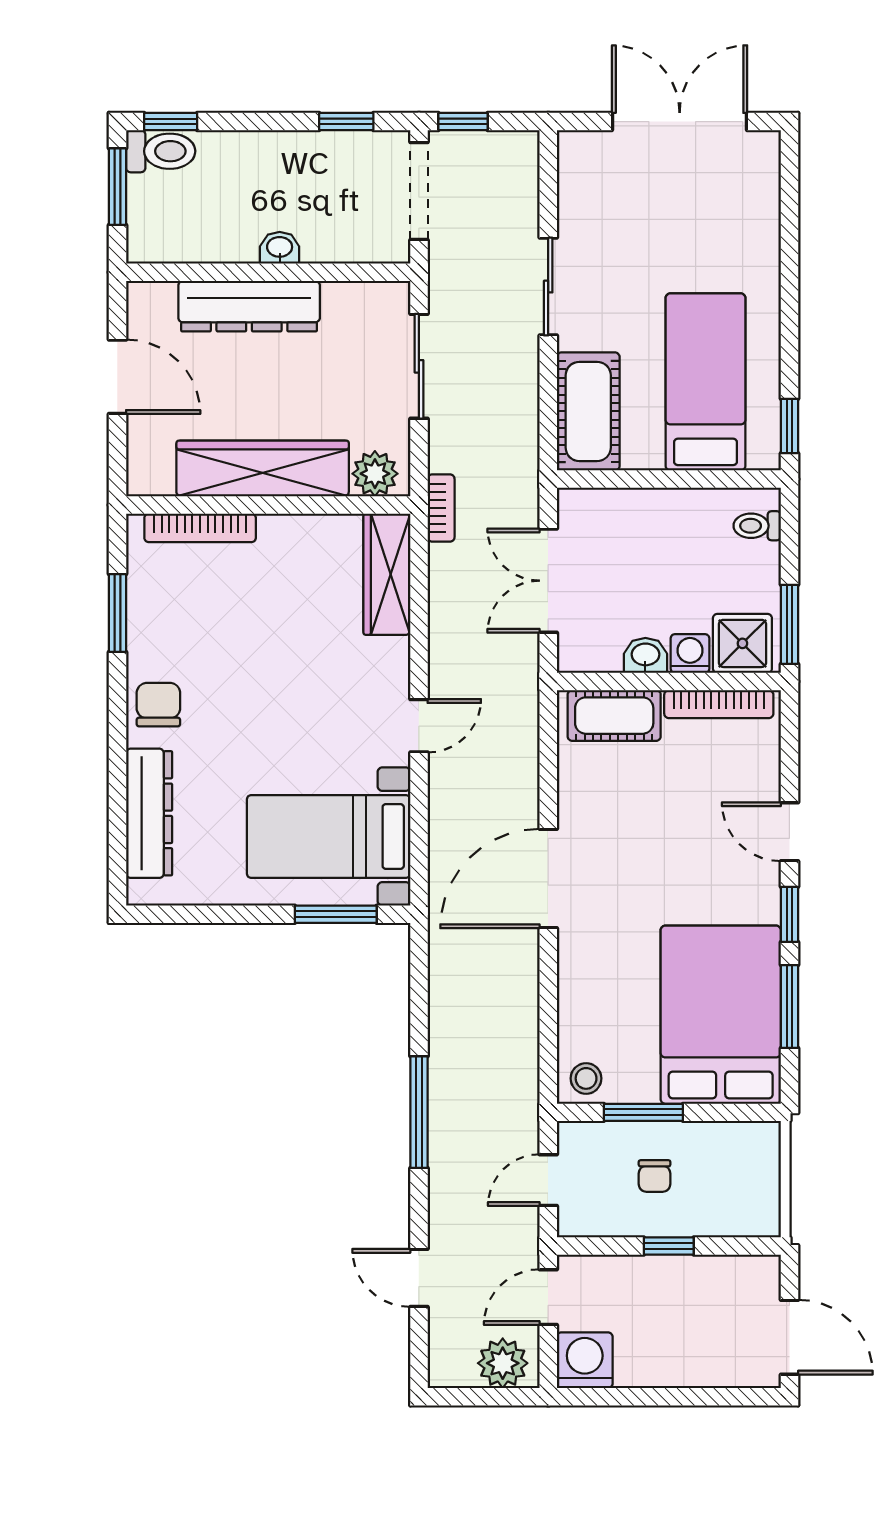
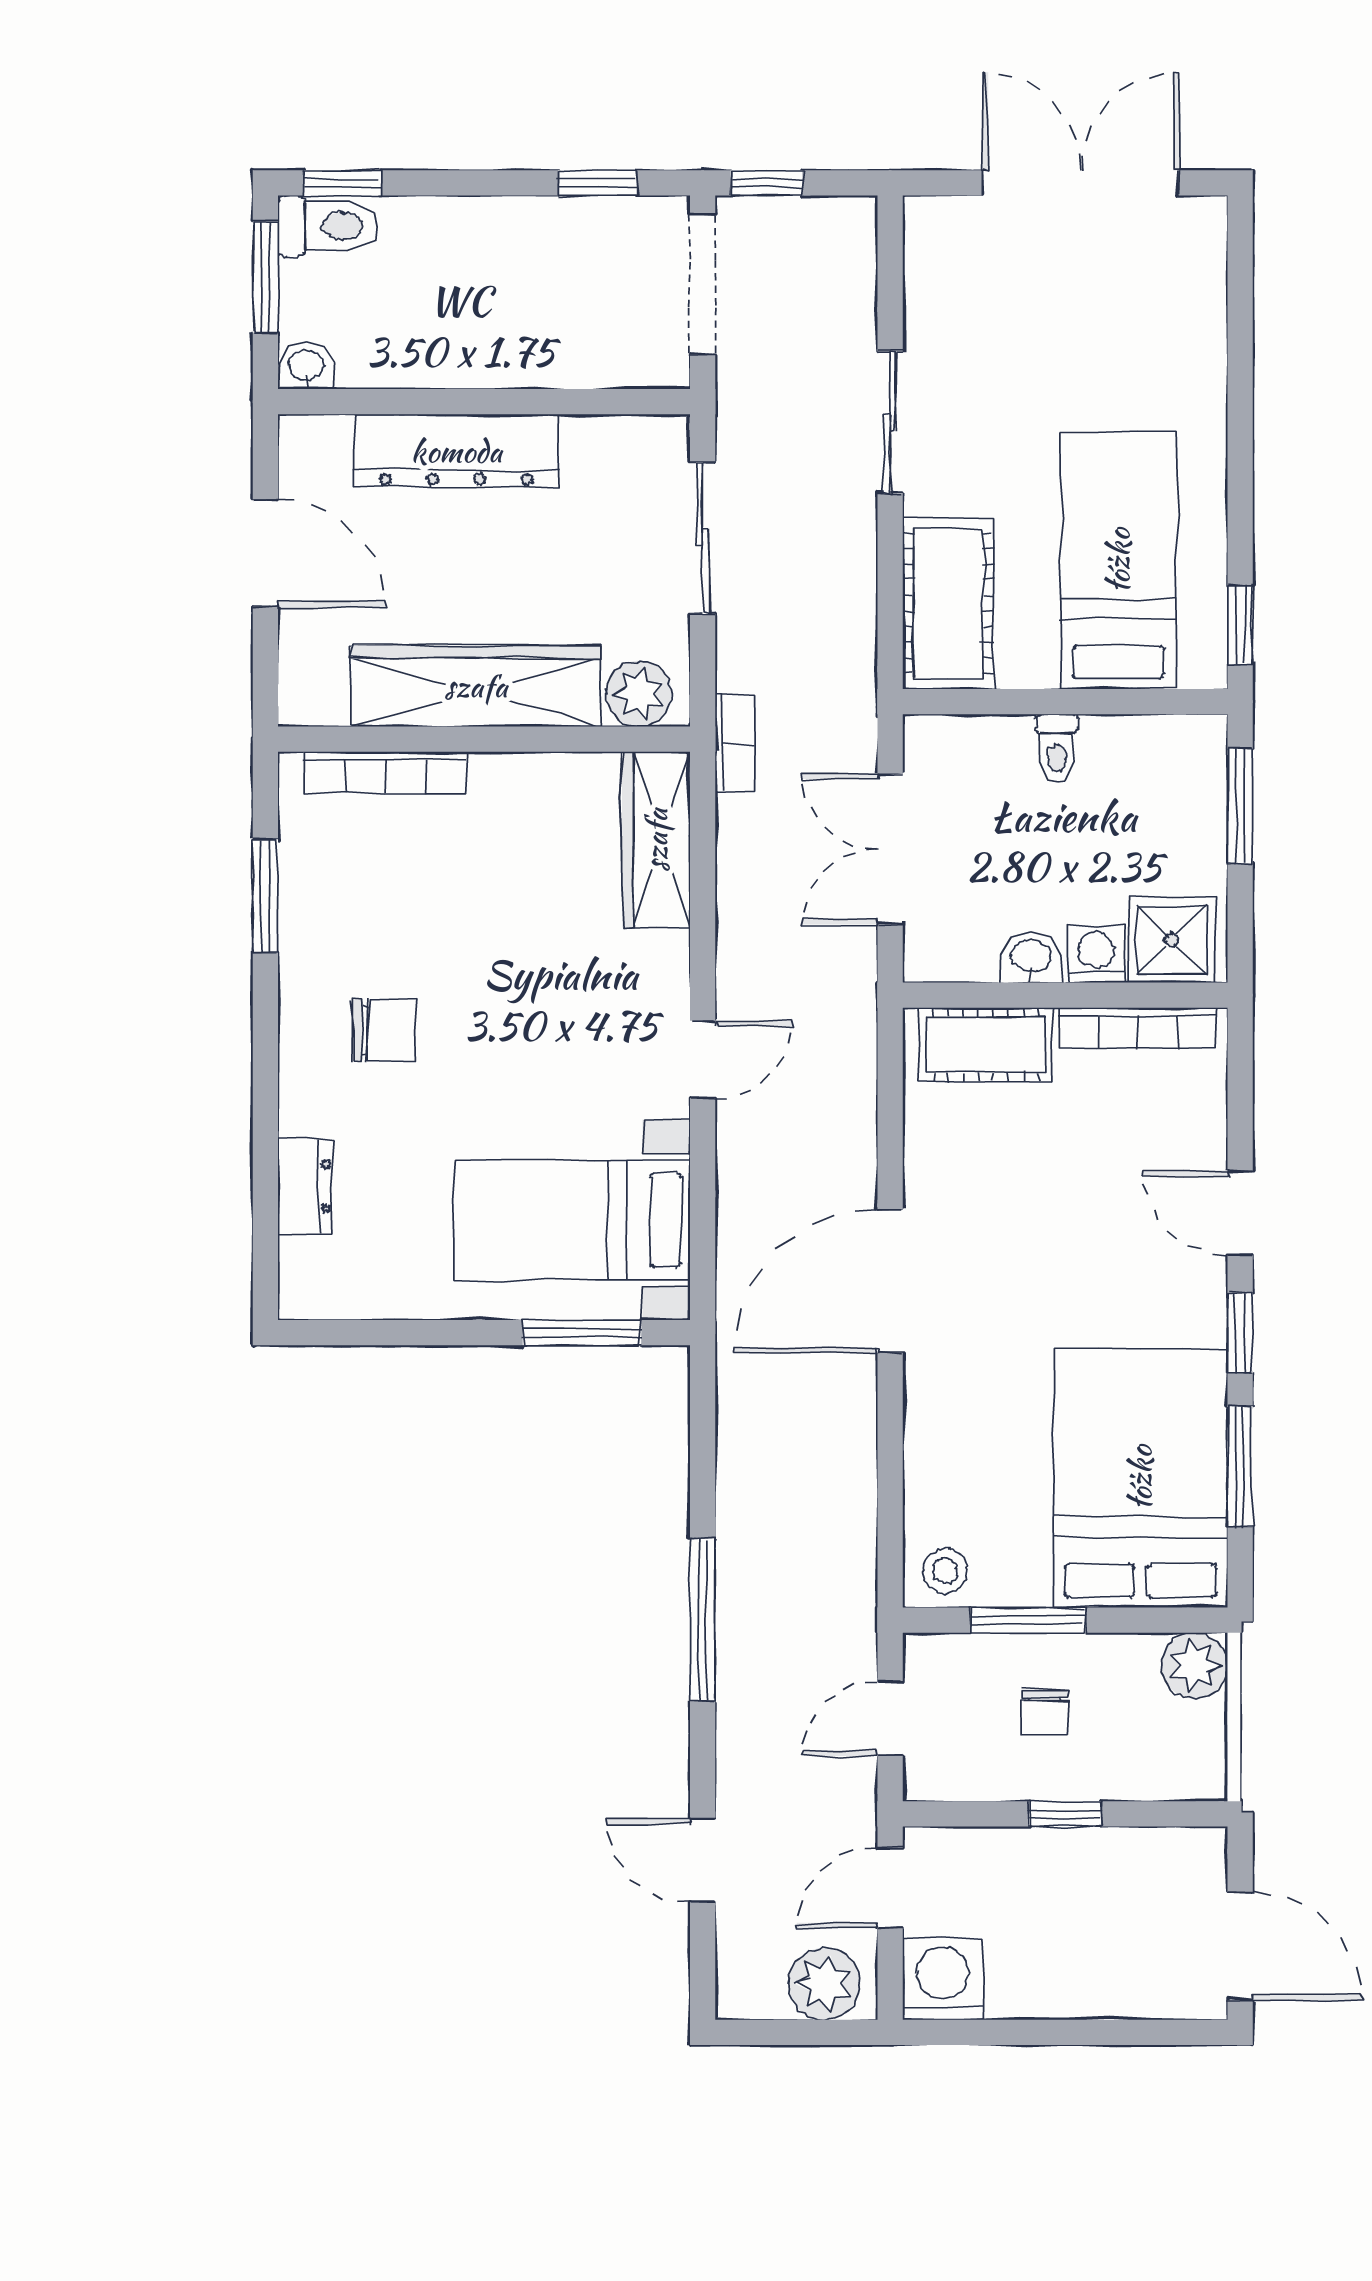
washbasin: (280, 248) -> (306, 366), moved
toilet: (757, 526) -> (1057, 748), moved, turned -90
window: (789, 624) -> (1240, 806), moved
chair: (158, 705) -> (384, 1030), moved, turned 90
dresser: (149, 813) -> (305, 1186), width x0.51, depth x0.80
plant: (758, 1144) -> (1194, 1666), added

